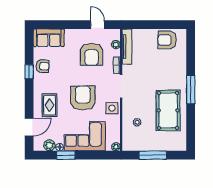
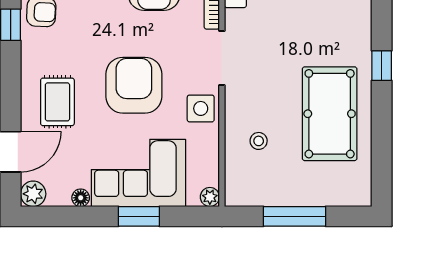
window: (191, 90) -> (382, 66), width x0.46
plant: (49, 145) -> (33, 194), moved
window: (66, 155) -> (139, 216), moved

